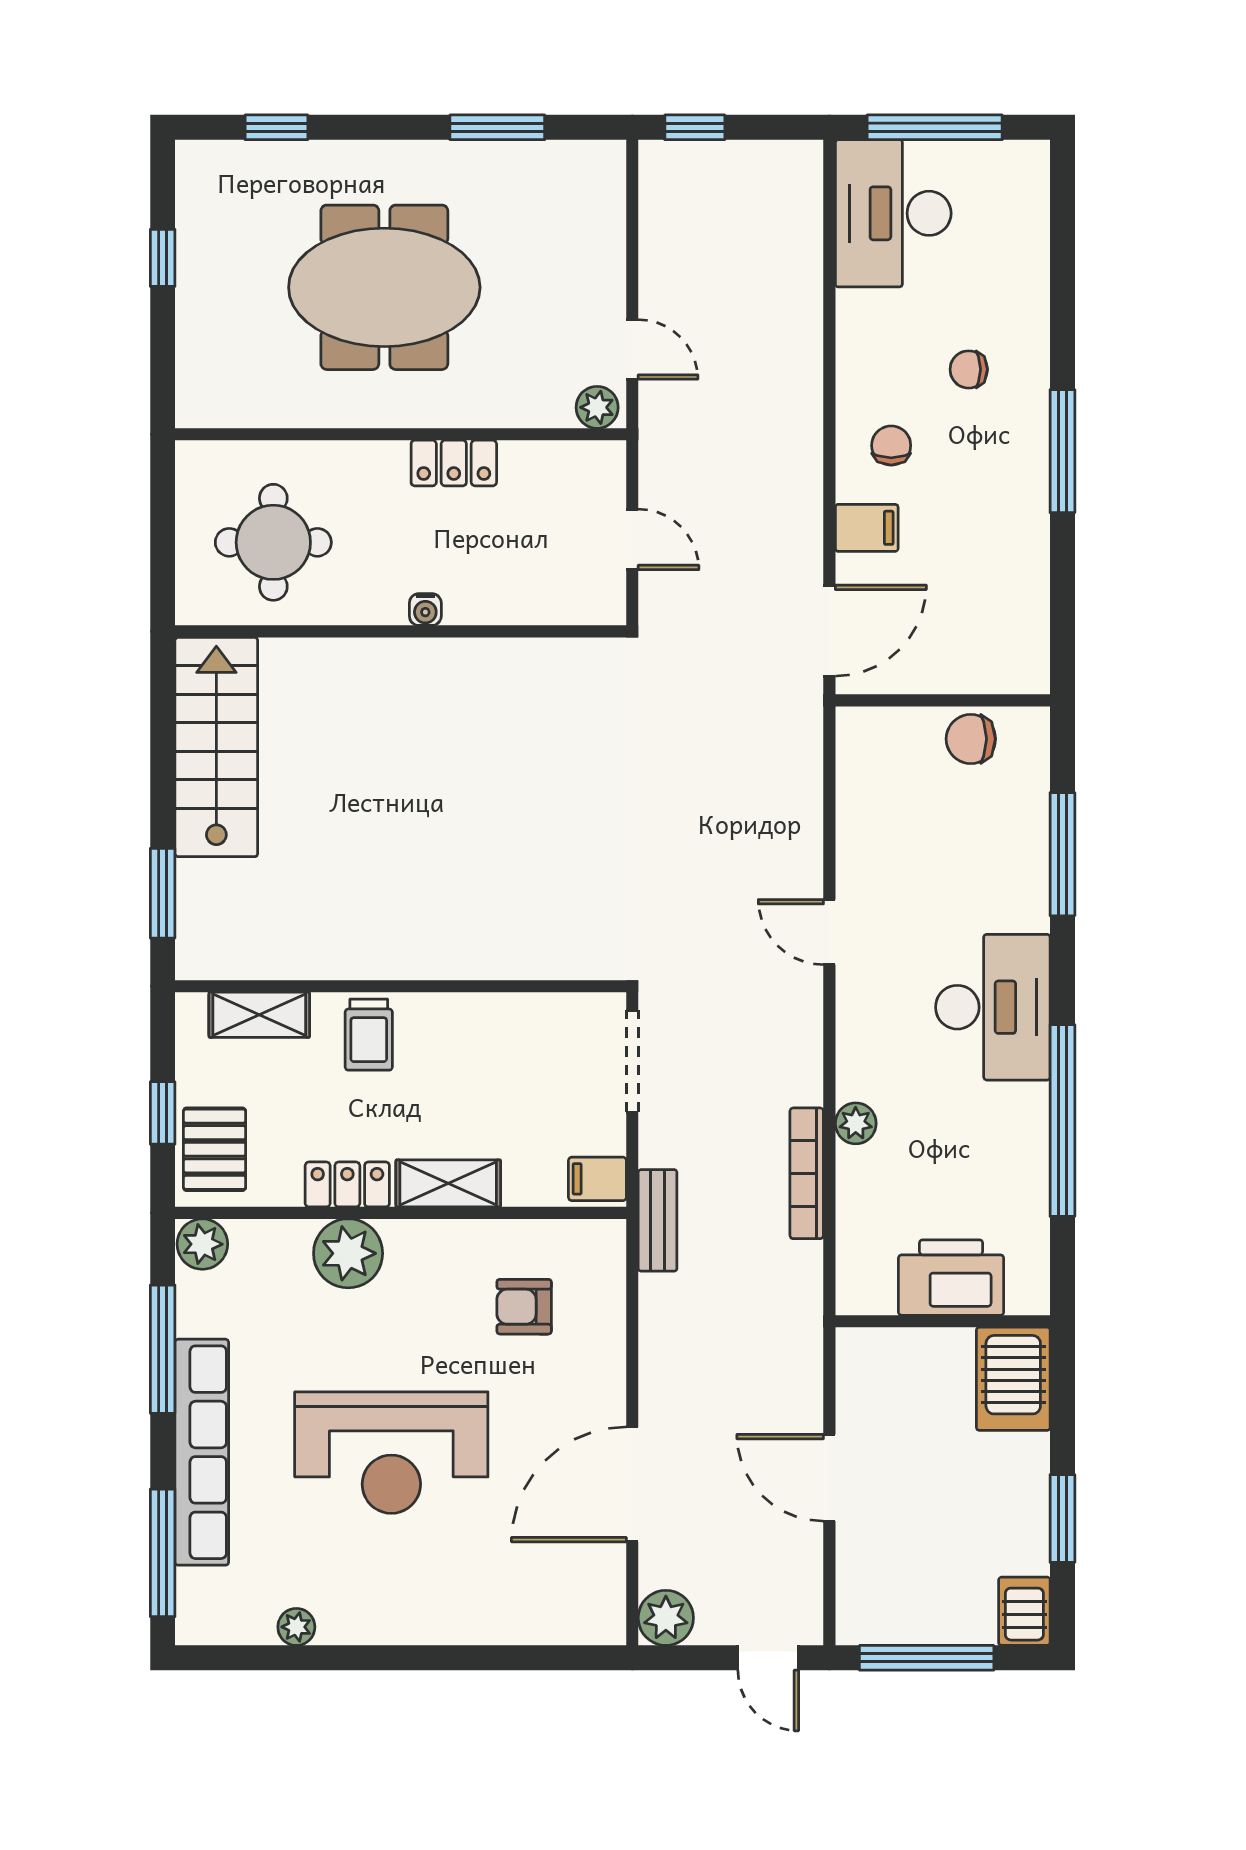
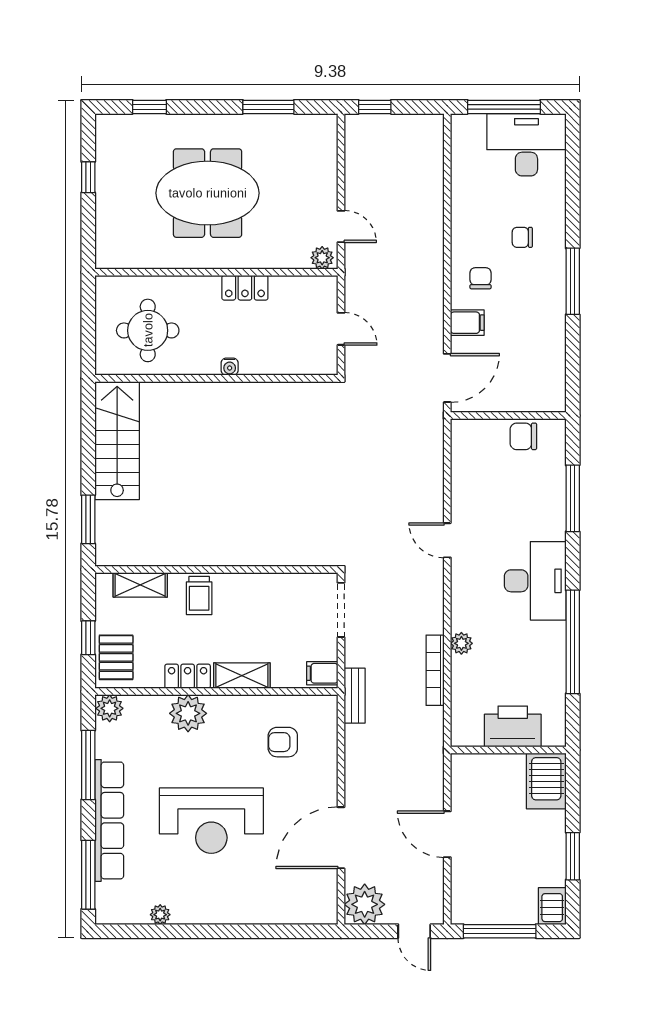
desk: (893, 213) -> (526, 145), moved, turned 90
plant: (666, 1618) -> (365, 904), width x1.36, depth x1.36

